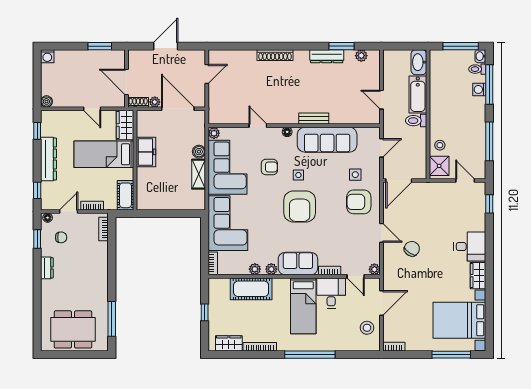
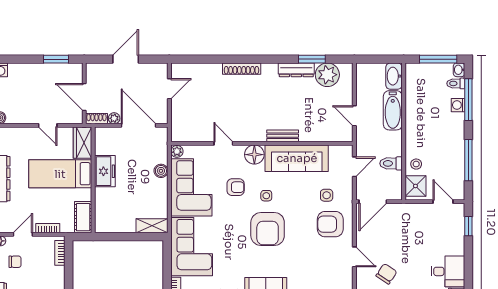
plant: (361, 56) -> (327, 75), width x1.87, depth x1.87
toilet: (416, 121) -> (391, 163), moved
floor lamp: (287, 132) -> (254, 155), width x1.89, depth x1.89
shelving: (199, 174) -> (152, 226), moved, turned 90

